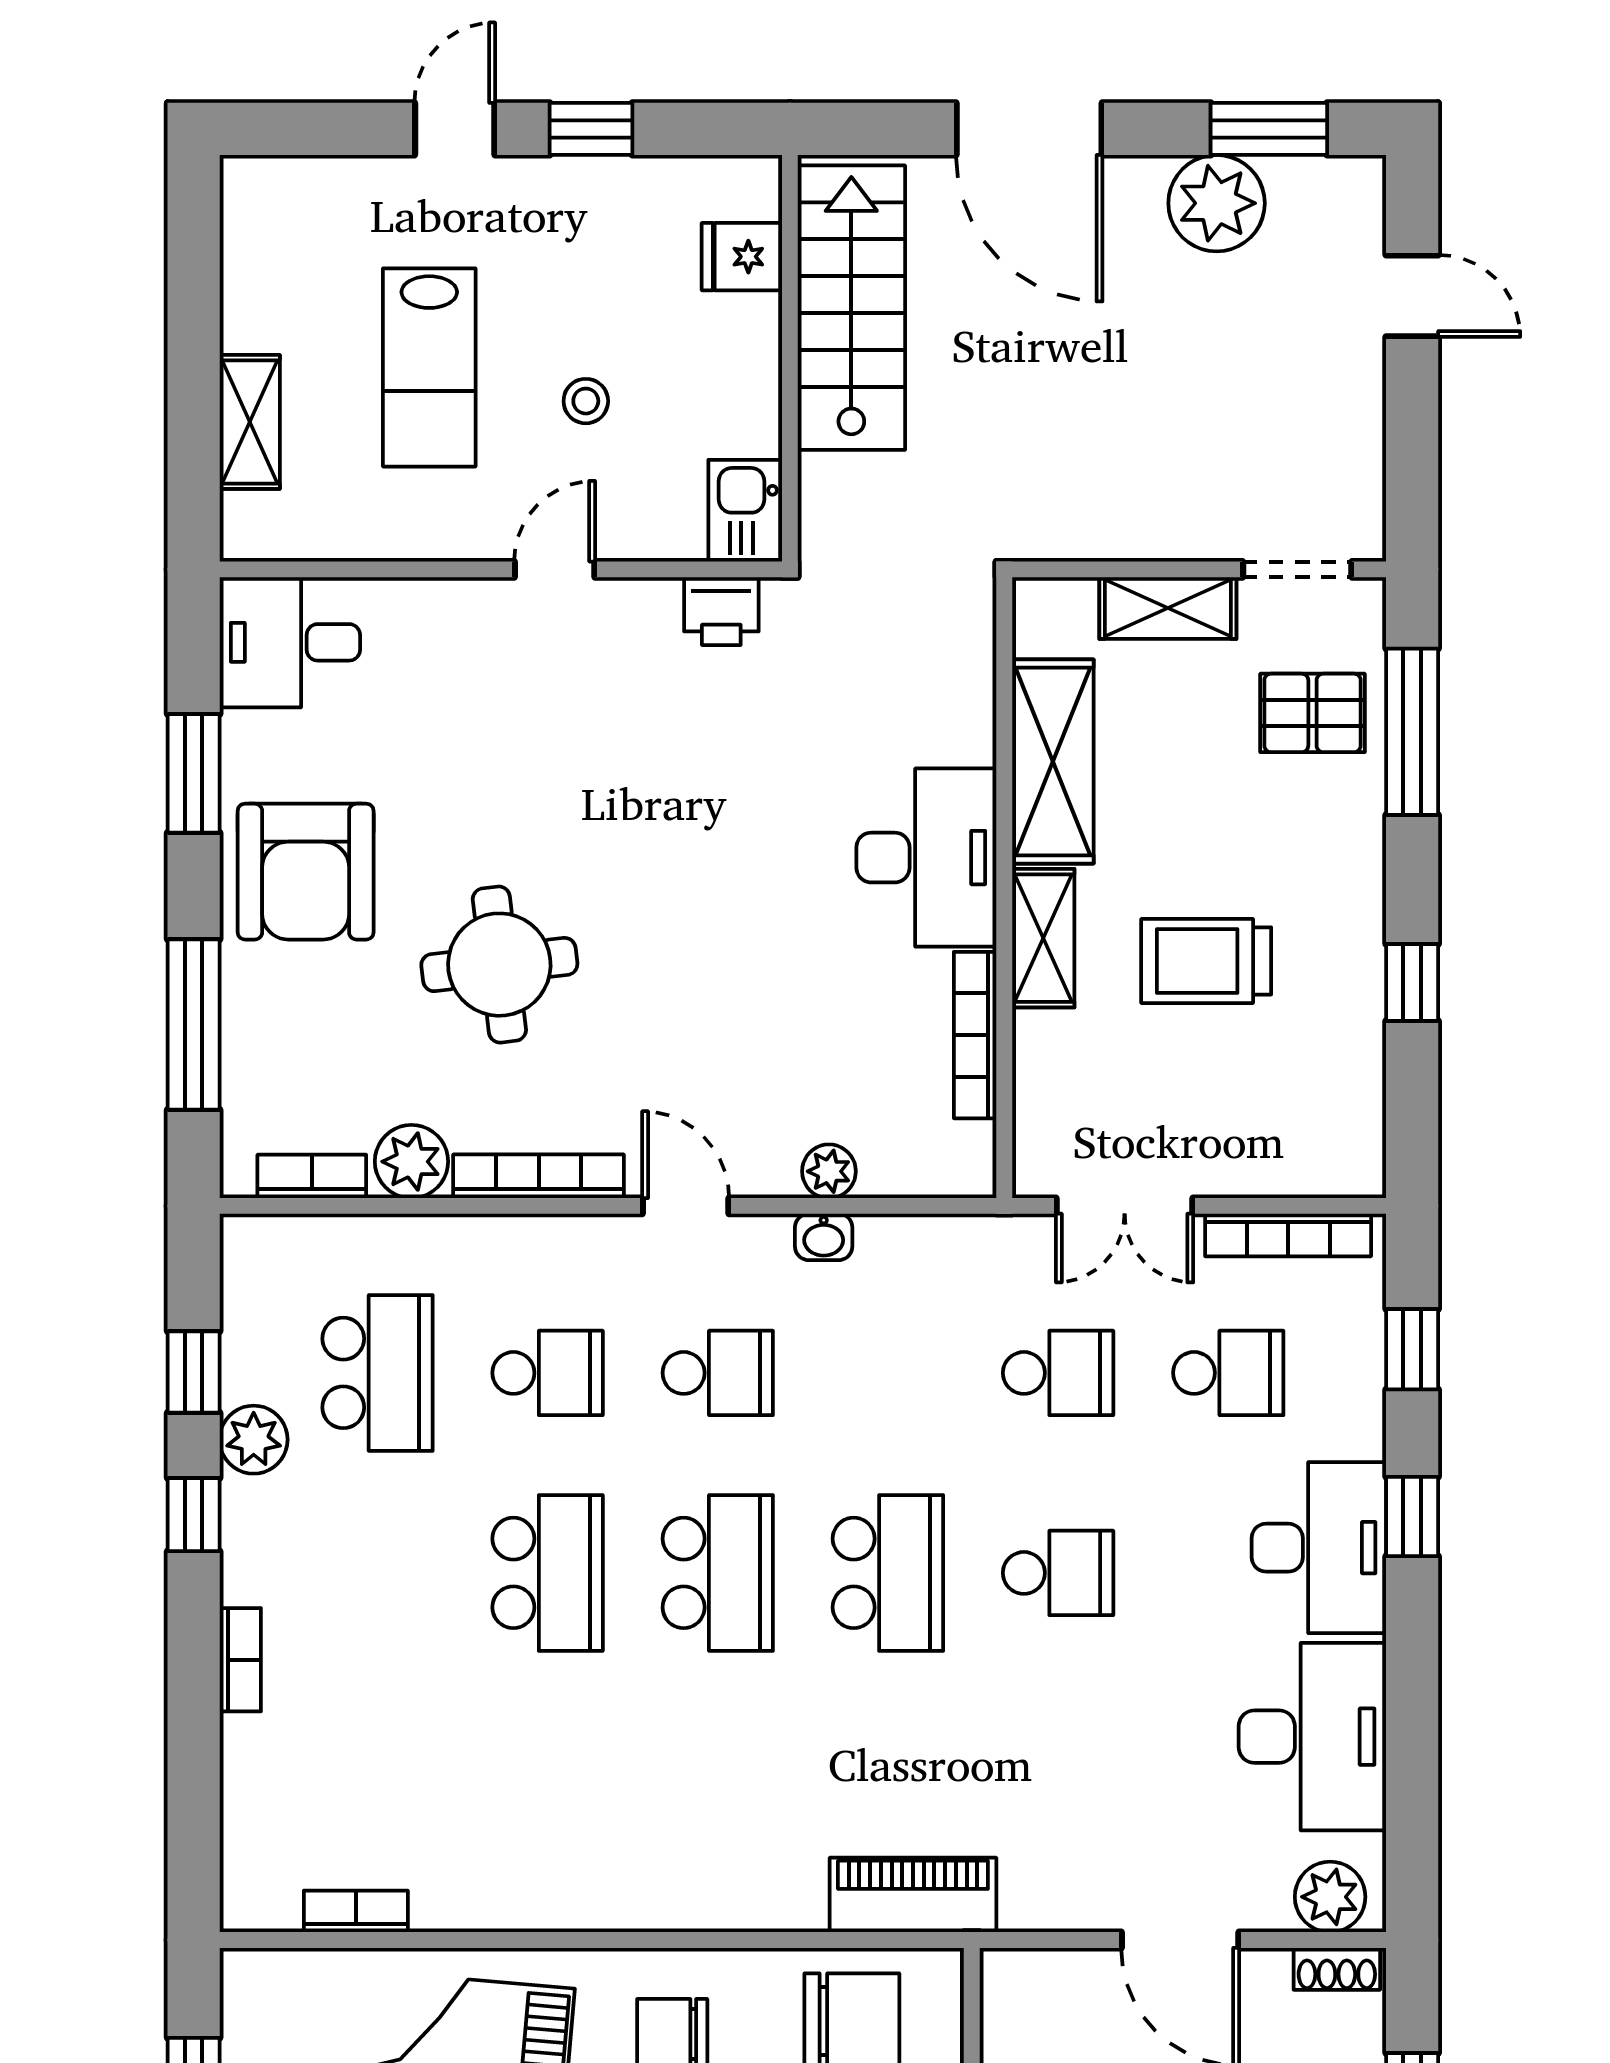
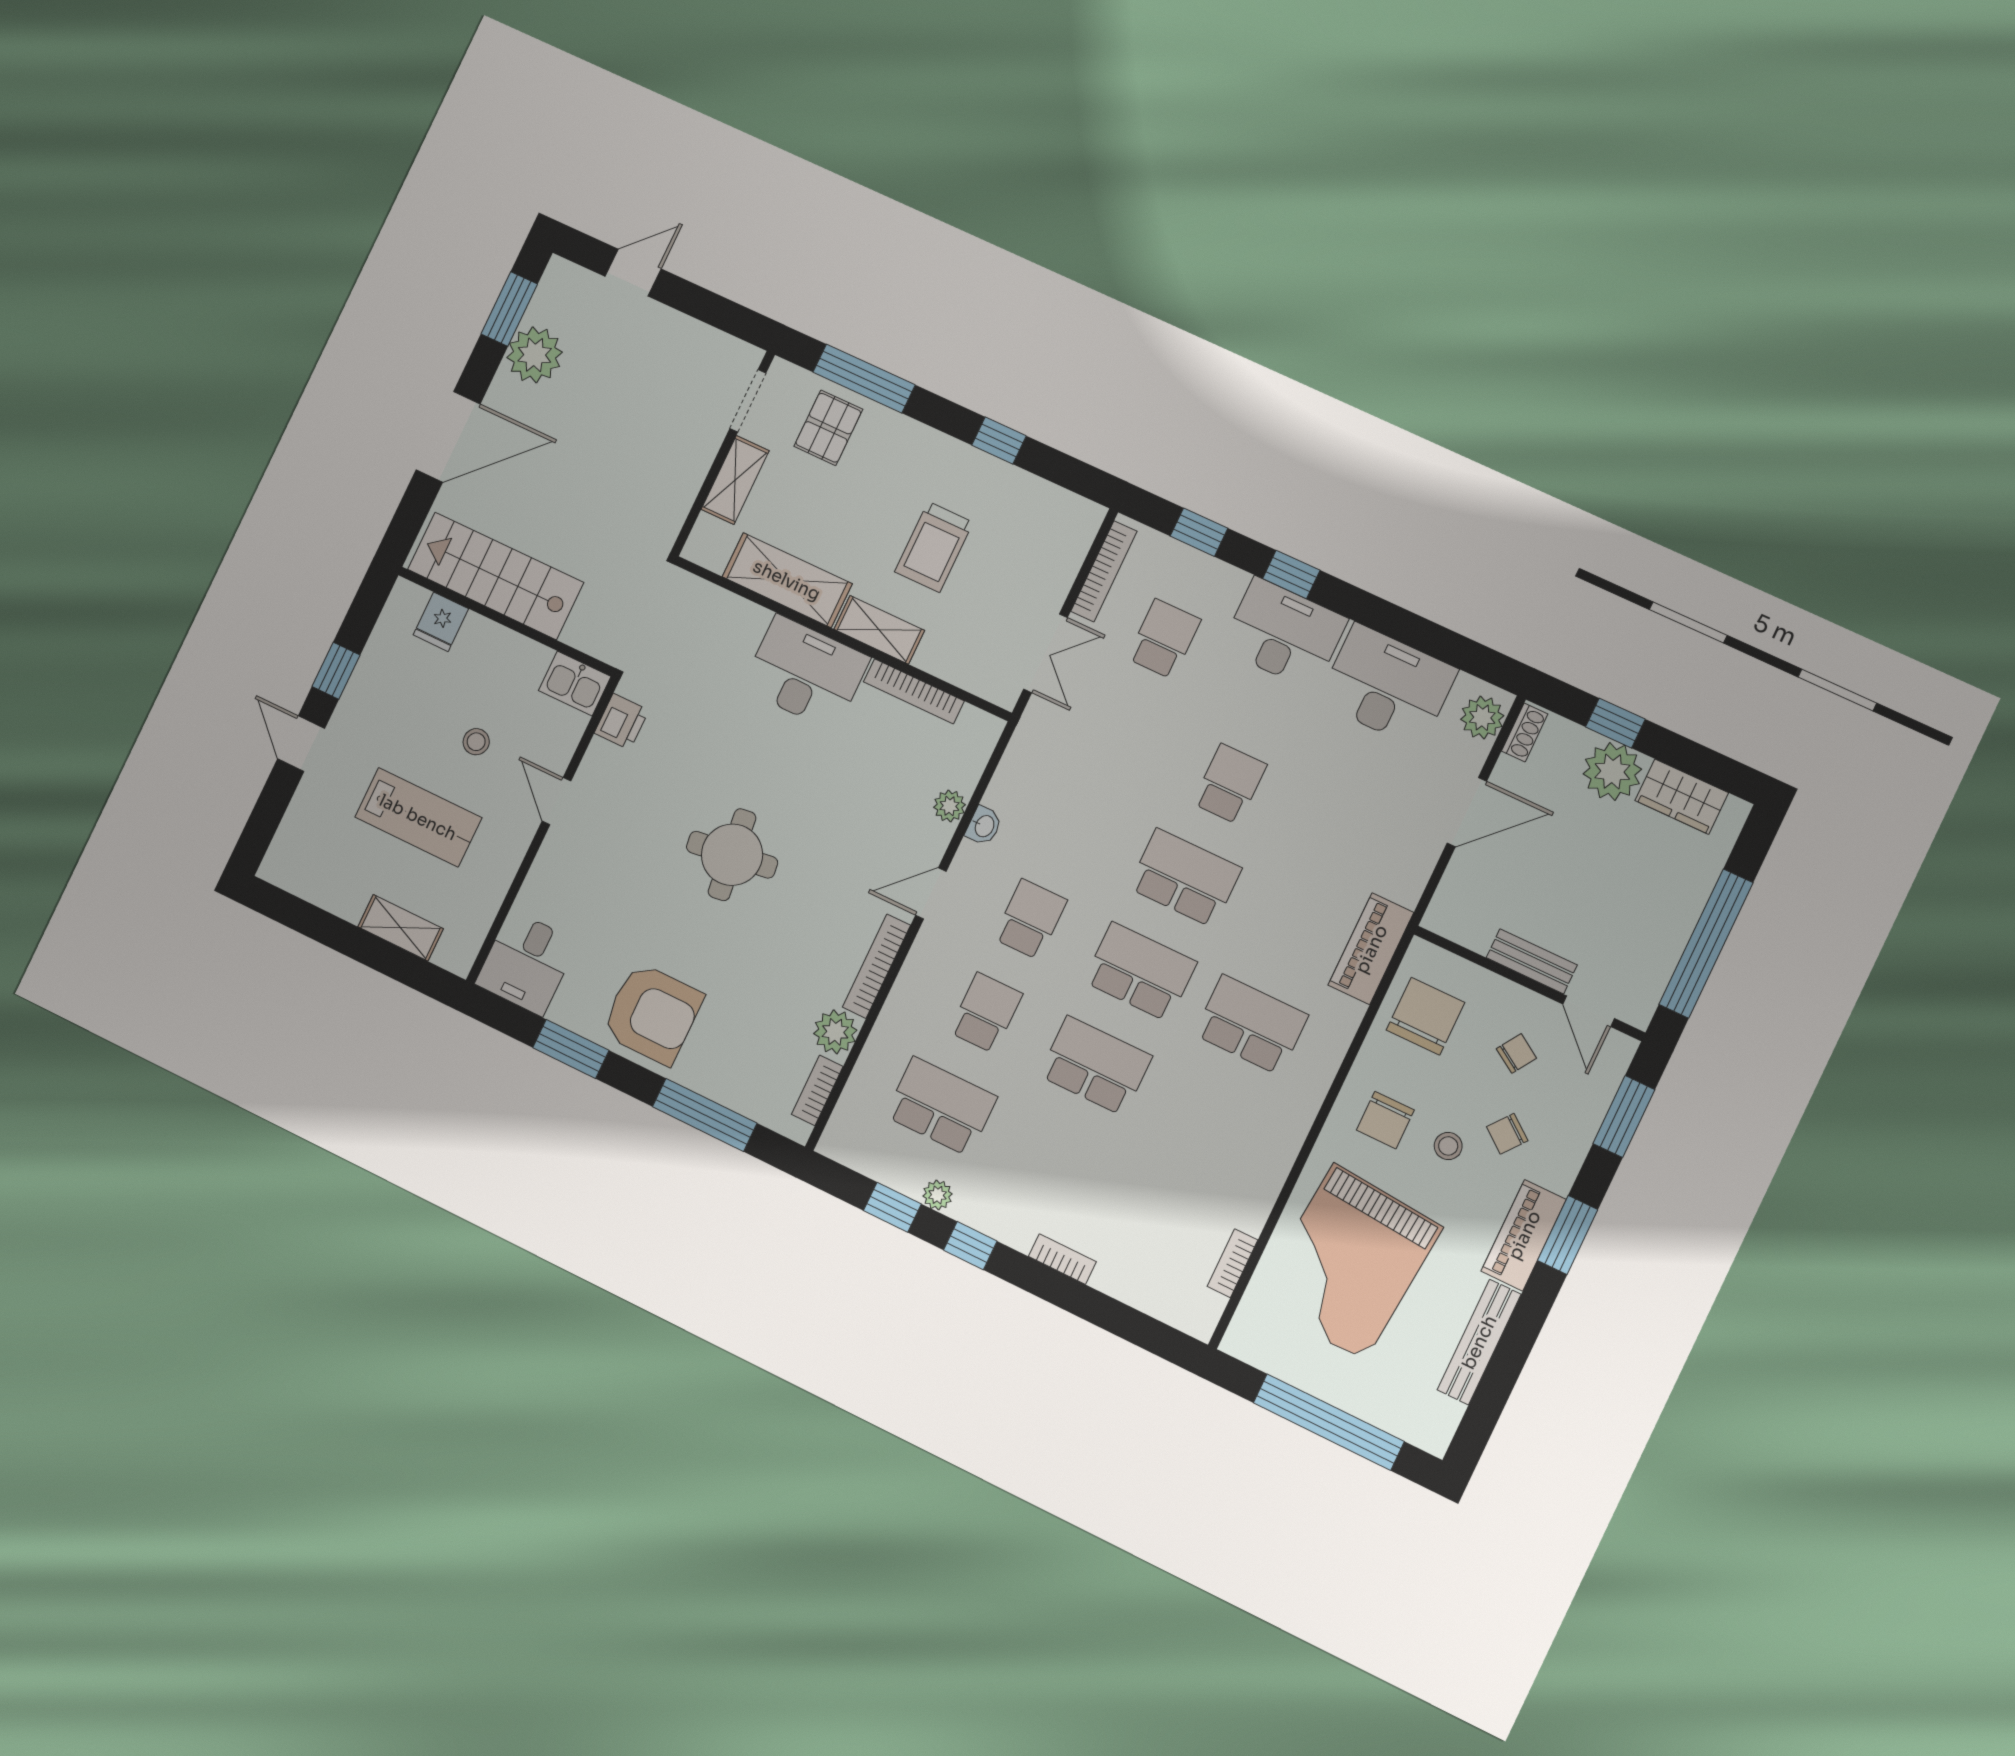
round table: (499, 965) -> (732, 855), moved
school desk: (1058, 1373) -> (1251, 1025), moved, width x1.85
plant: (254, 1440) -> (937, 1195), width x0.73, depth x0.73

